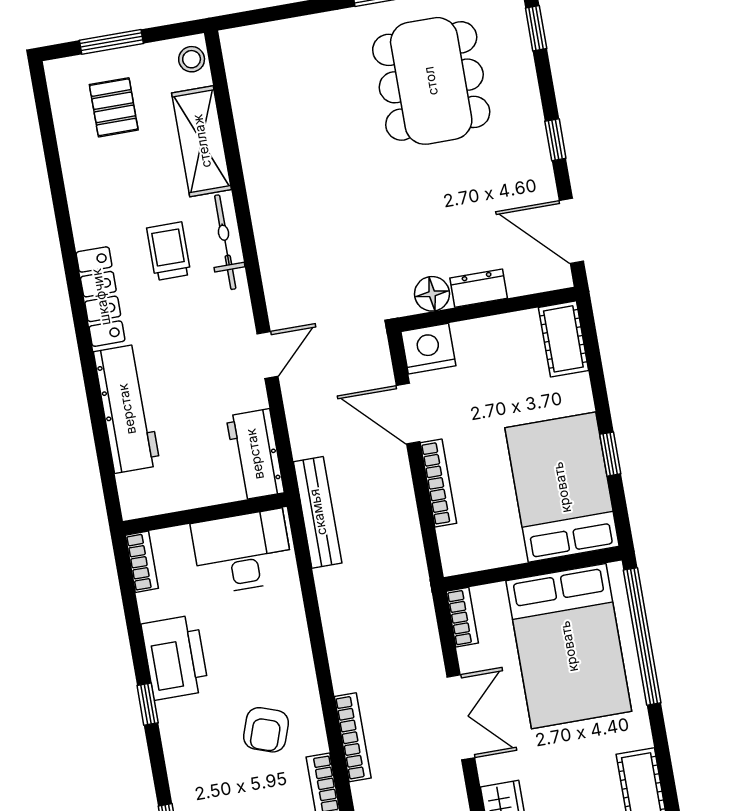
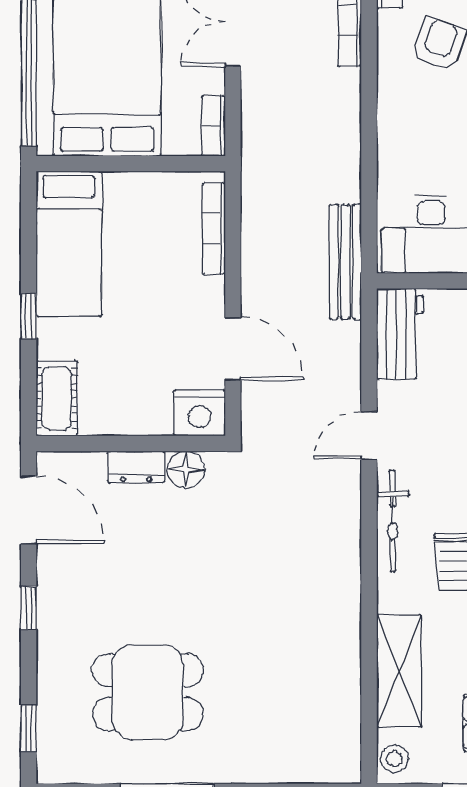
dining table: (431, 81) -> (148, 692), width x0.73
bicycle: (225, 242) -> (393, 521), moved
window: (610, 454) -> (29, 316), moved
bookcase: (438, 483) -> (214, 229), moved
bed: (562, 487) -> (69, 244), width x0.67

